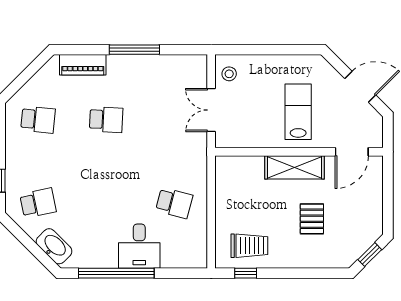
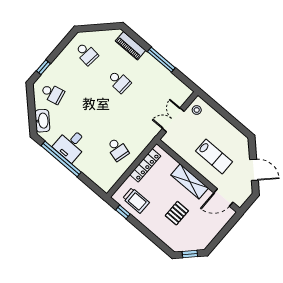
lab bench: (298, 112) -> (214, 156), turned 90
locker: (224, 194) -> (145, 165), added
desk: (139, 246) -> (71, 145), moved

